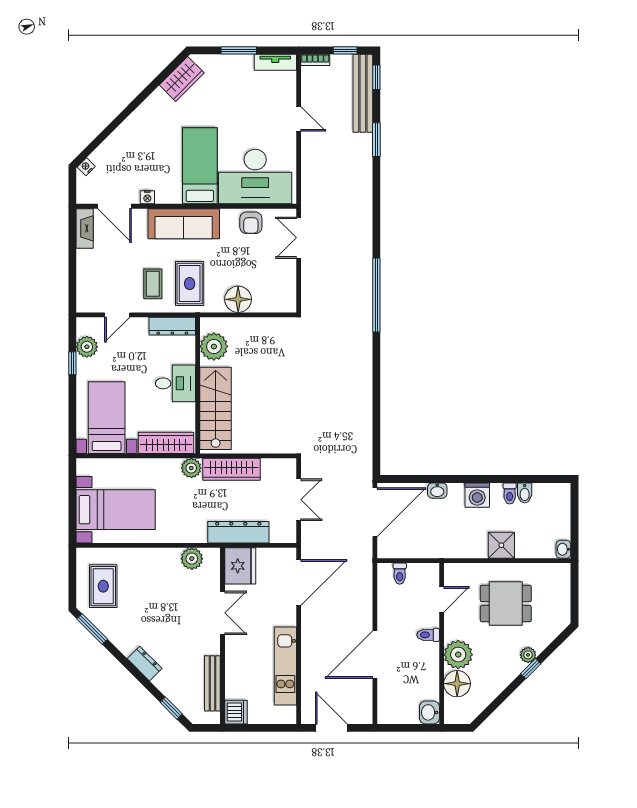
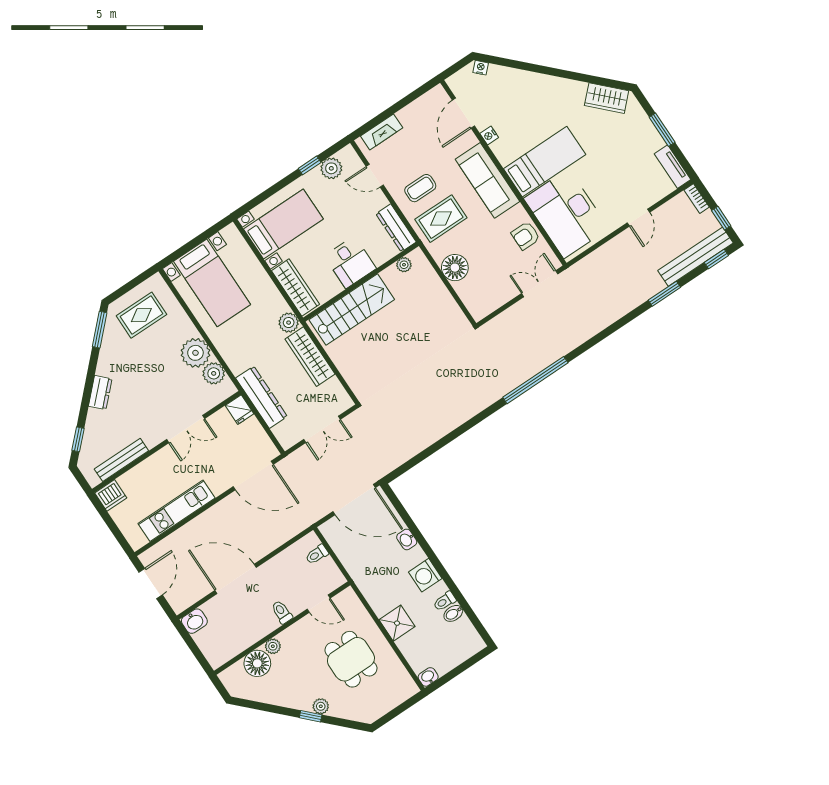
fireplace: (85, 228) -> (382, 132), moved
plant: (214, 346) -> (404, 265), width x0.53, depth x0.53
plant: (165, 562) -> (195, 353), added
fridge: (240, 566) -> (239, 410), width x0.53, depth x0.75
plant: (458, 655) -> (273, 646), width x0.53, depth x0.53
washbasin: (429, 712) -> (194, 621), moved, turned 180

